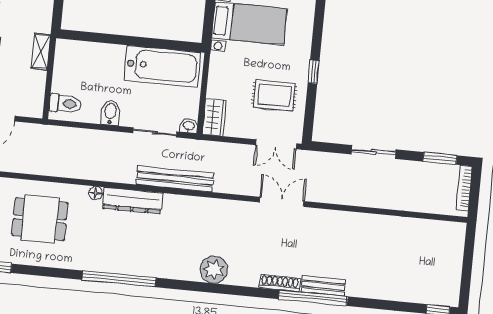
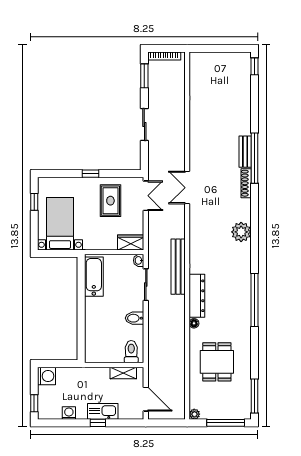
shelving: (41, 52) -> (123, 373), moved
bathtub: (162, 66) -> (94, 277), width x0.73, depth x0.73

